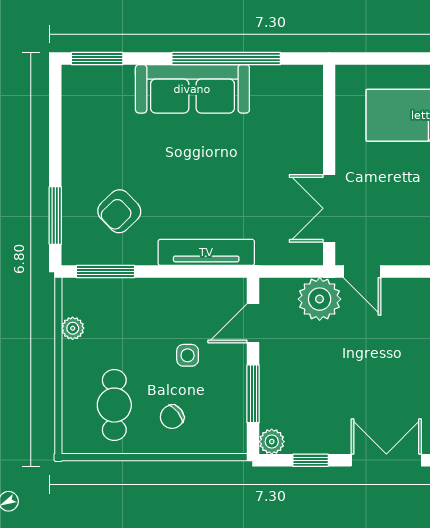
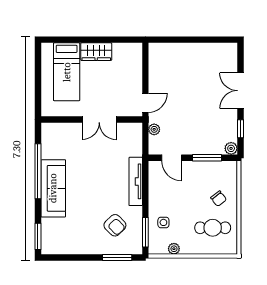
double door: (329, 208) -> (99, 119), moved
plant: (320, 299) -> (154, 129), width x0.53, depth x0.53
side table: (188, 355) -> (163, 222), moved

